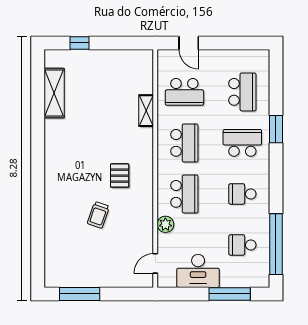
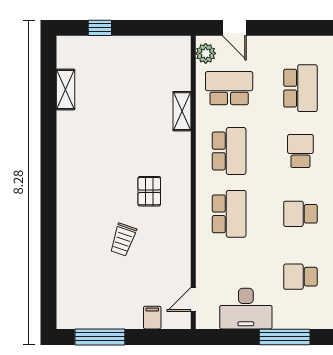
school desk: (184, 92) -> (229, 88), turned 180
shelving: (54, 93) -> (65, 89), width x0.67, depth x0.75
school desk: (242, 143) -> (300, 151), width x0.54
plant: (165, 224) -> (206, 53), moved
filing cabinet: (122, 278) -> (152, 318), added

